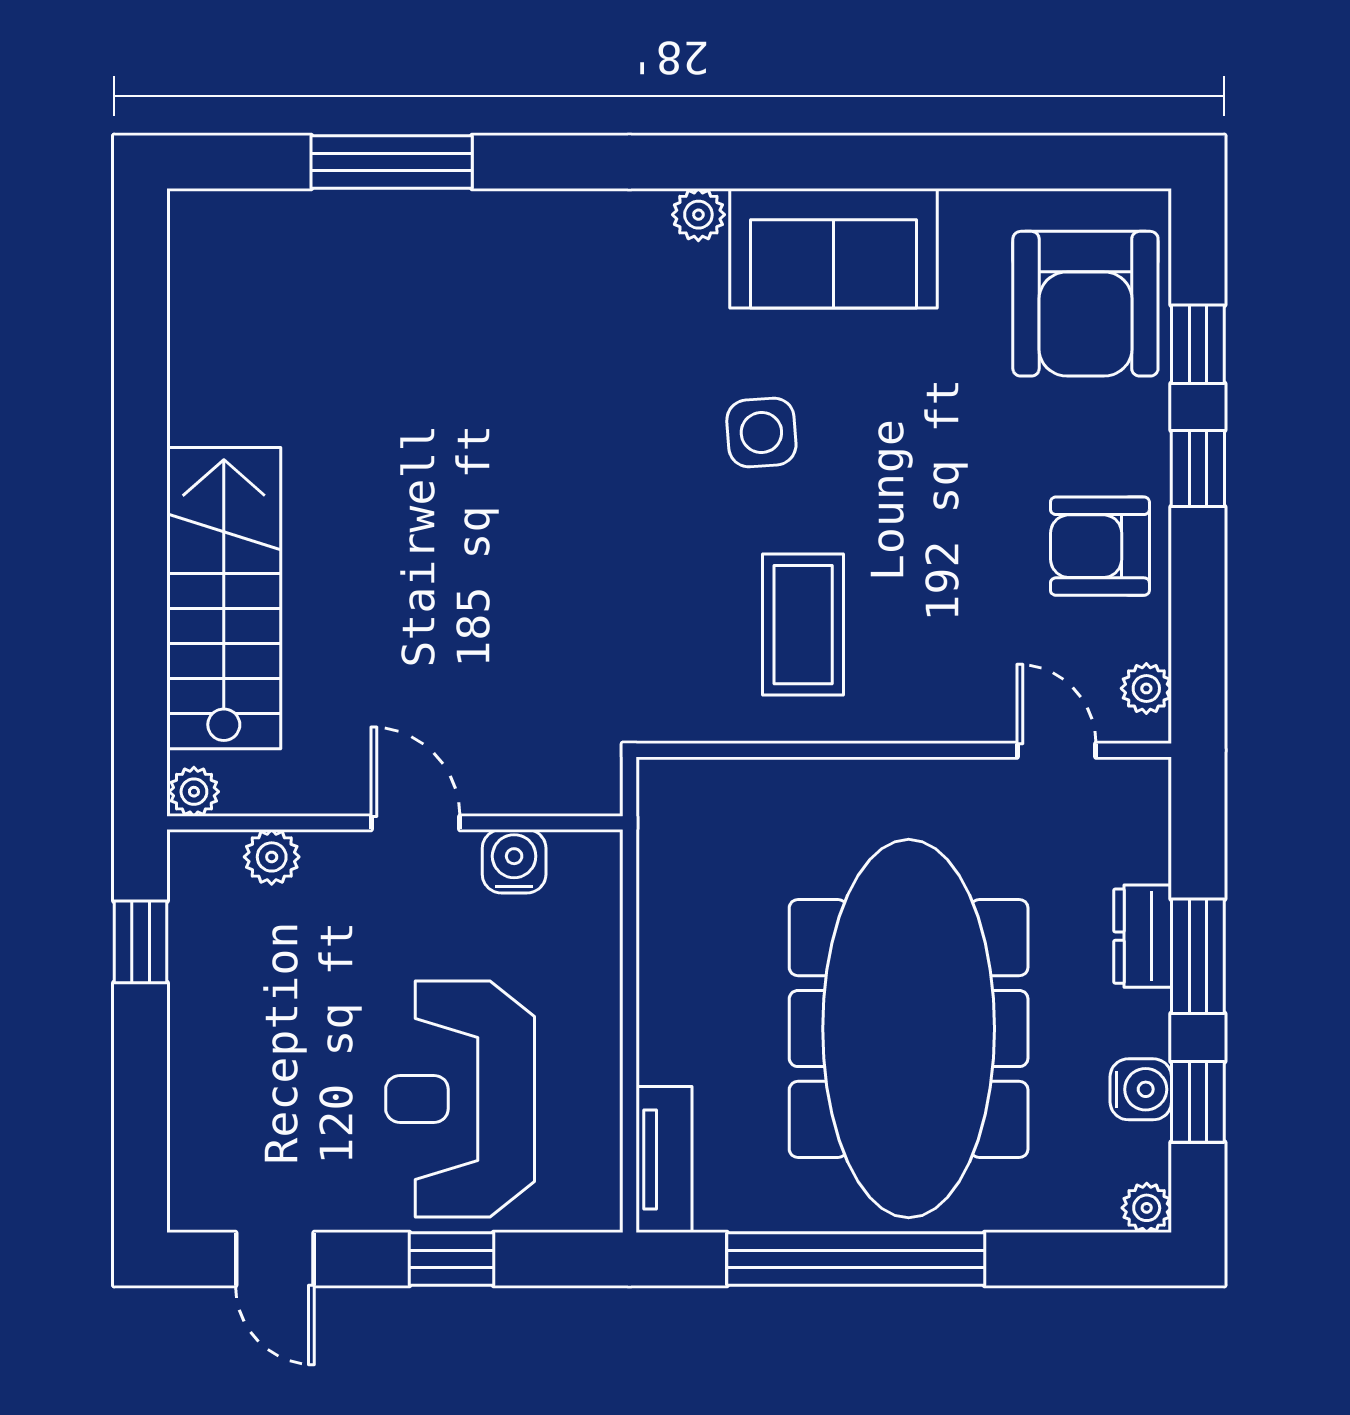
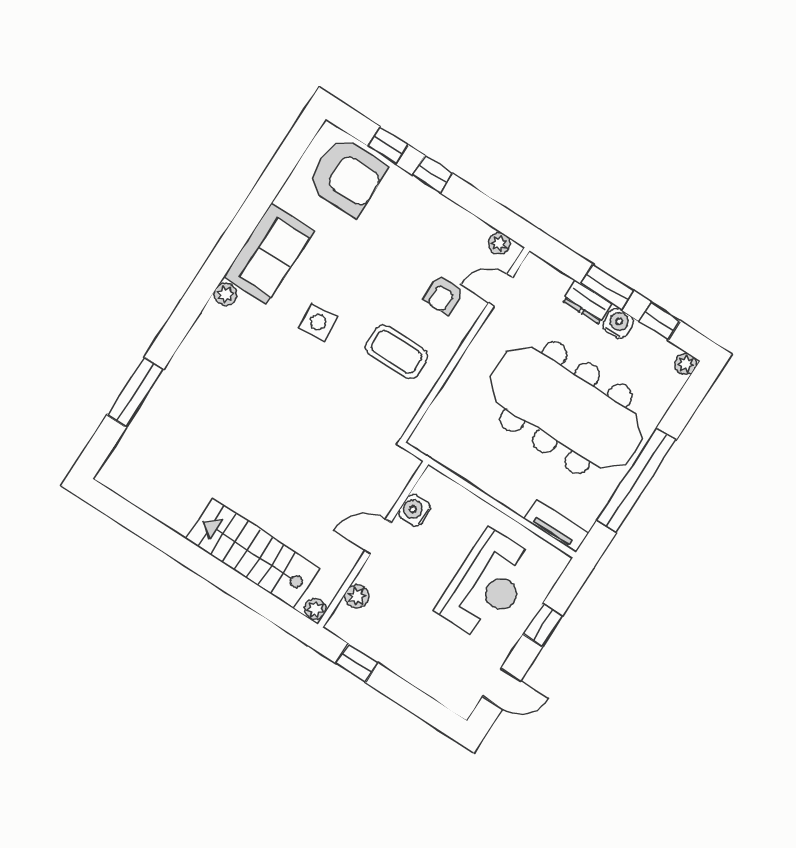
armchair: (1100, 546) -> (443, 295), moved, width x0.72, depth x0.72
water cooler: (1141, 1089) -> (618, 323), moved
reception desk: (460, 1099) -> (487, 585), turned -90

